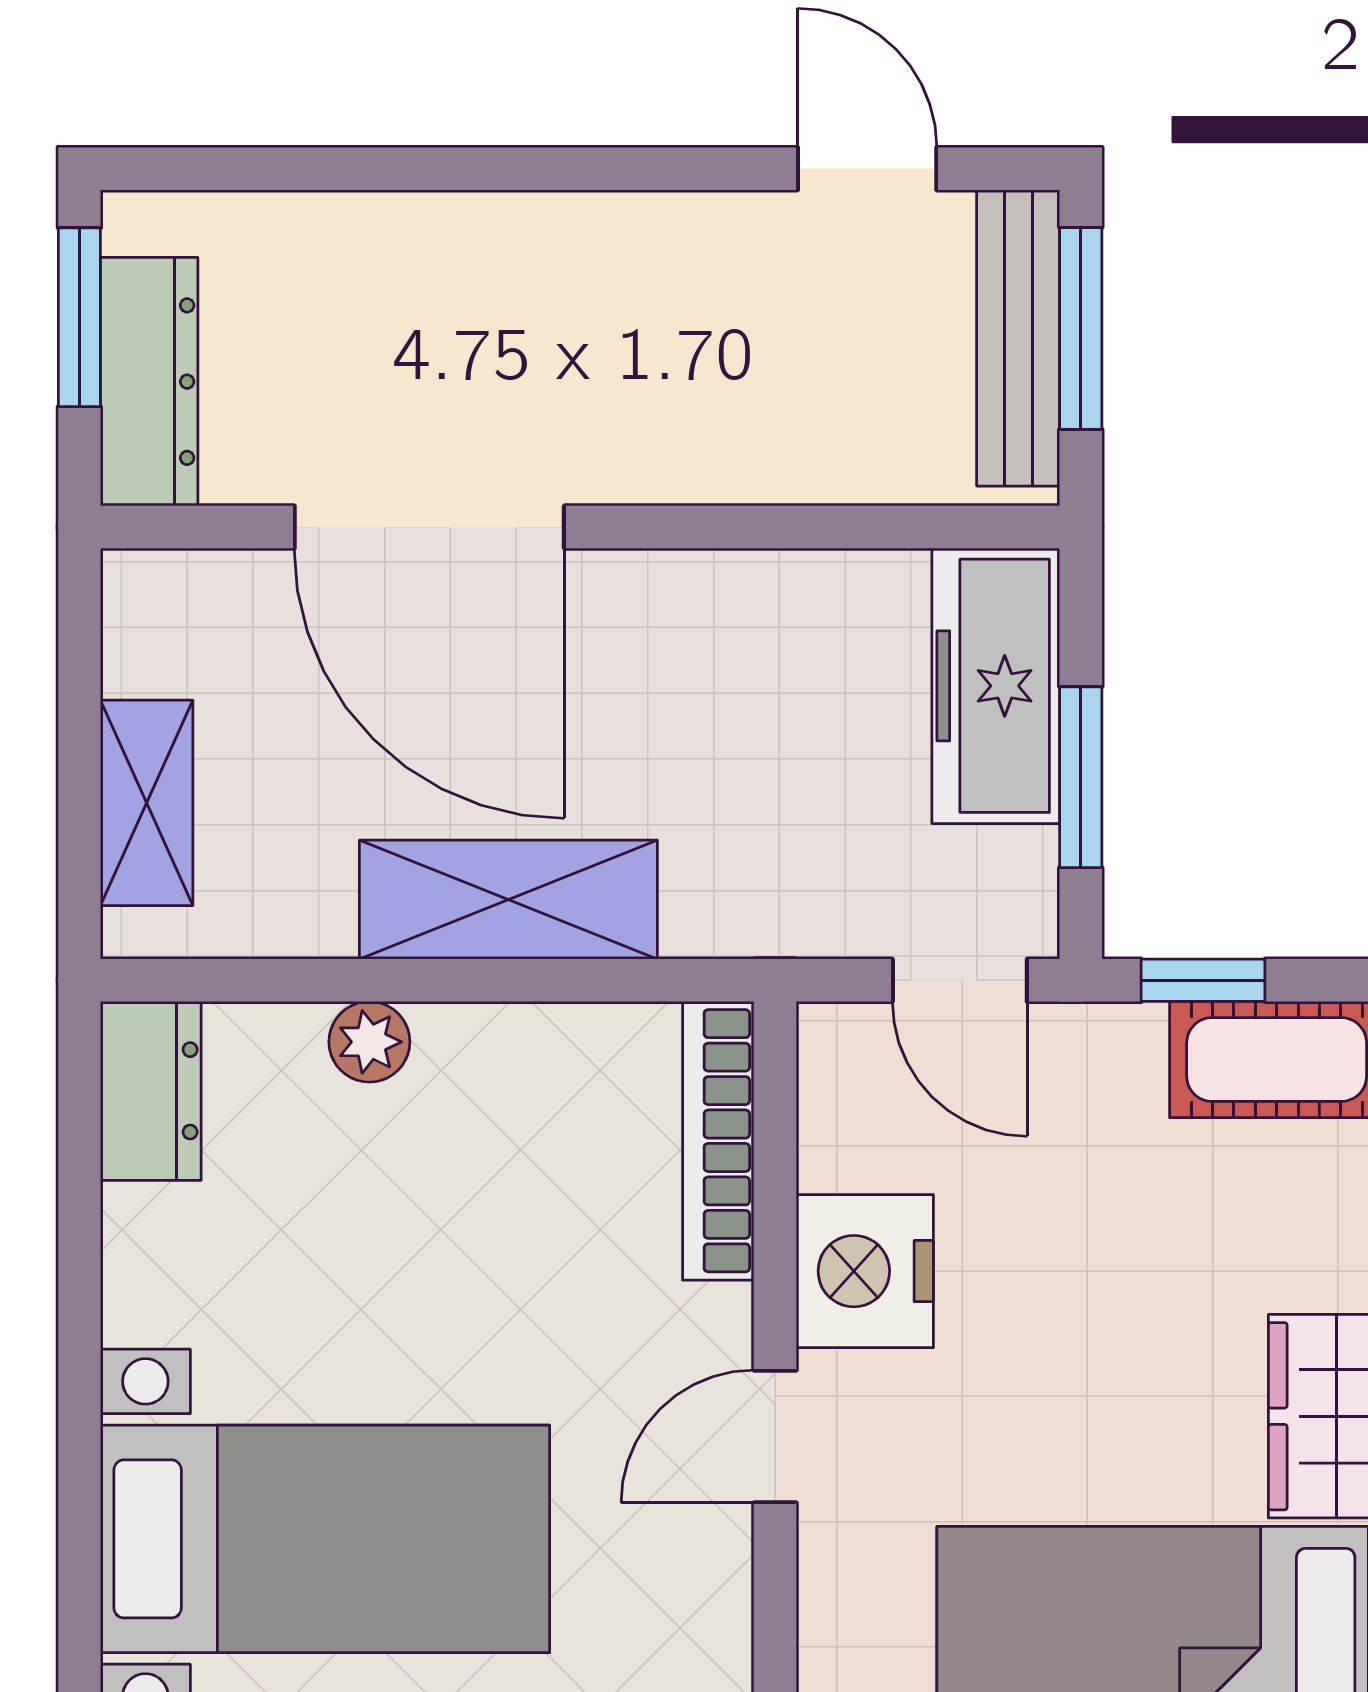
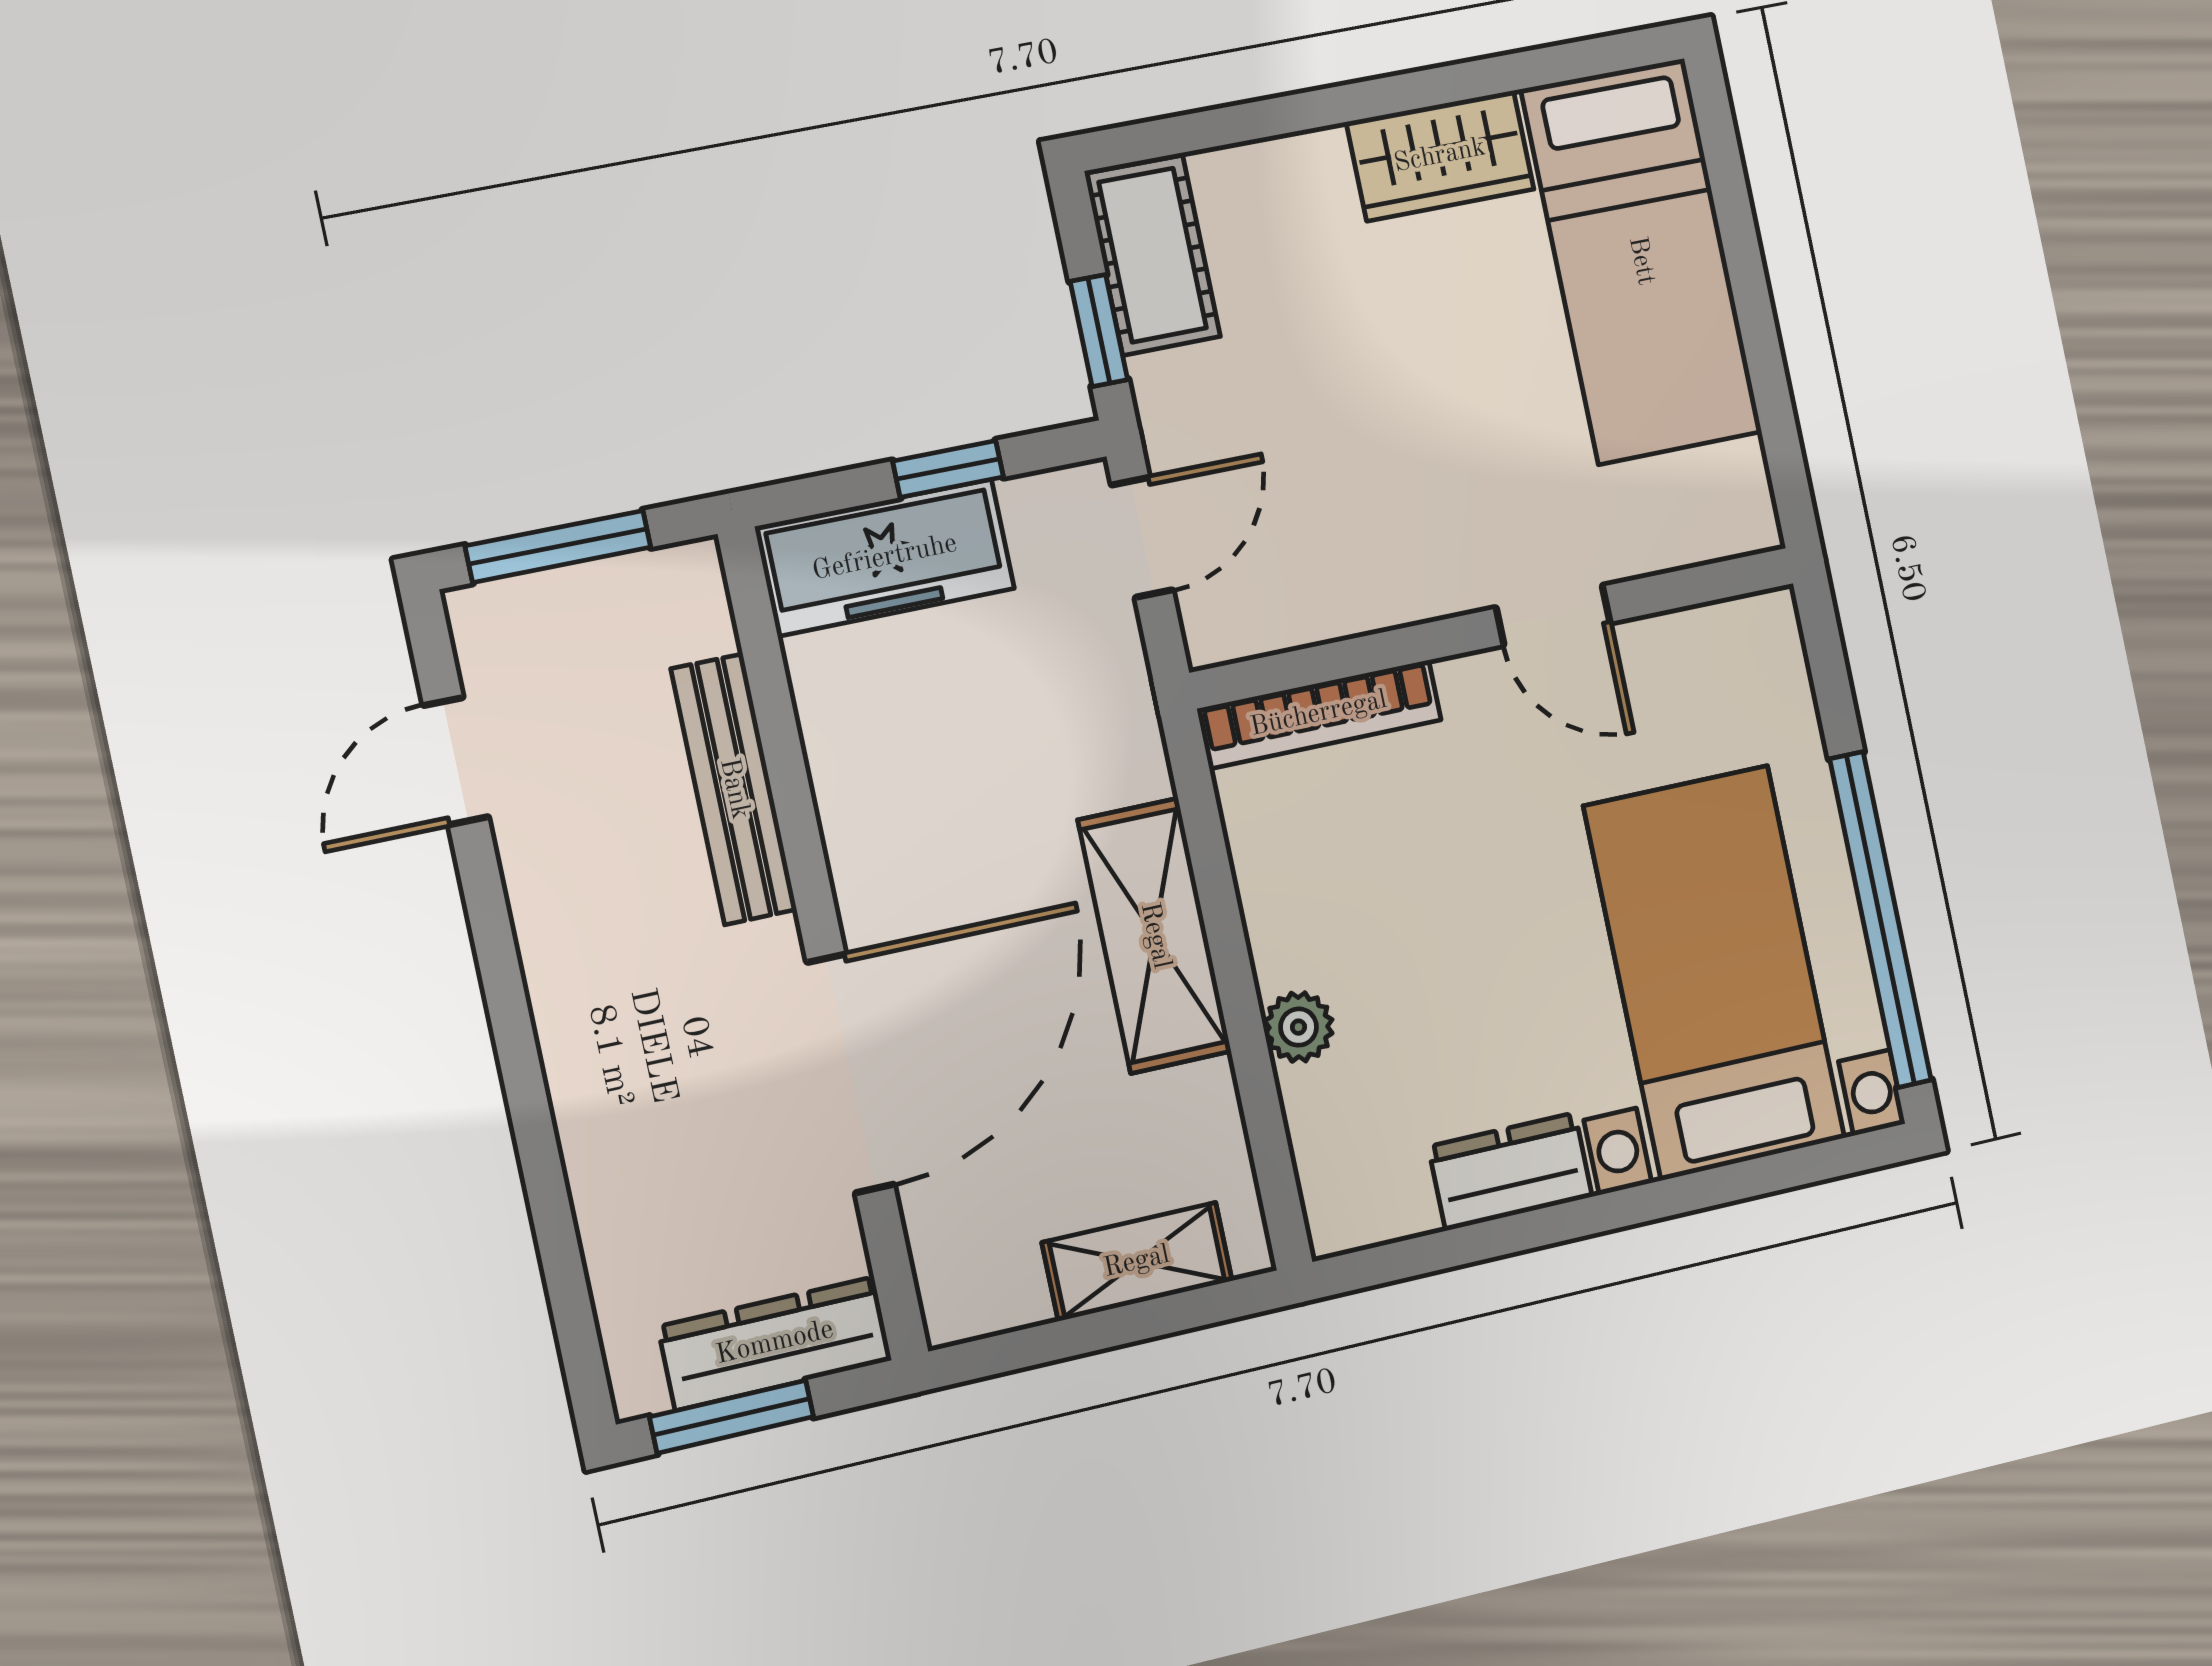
bench: (1018, 338) -> (734, 789), moved, turned 90
window: (1081, 777) -> (948, 469), width x0.67
dresser: (151, 1091) -> (1510, 1172), moved
nightstand: (865, 1271) -> (1402, 568), removed

